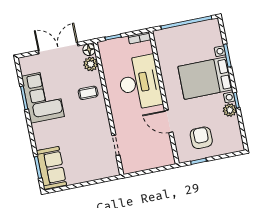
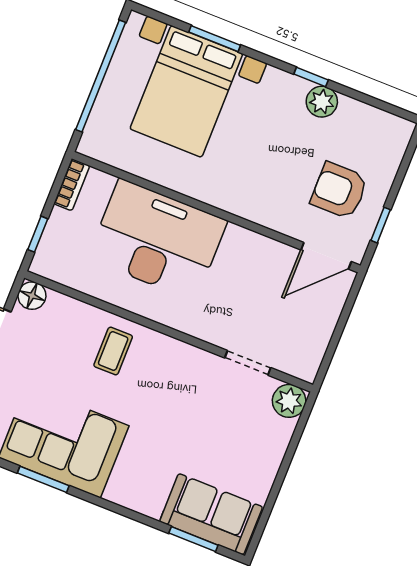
plant: (91, 64) -> (289, 401), moved
bed with nightstands: (205, 78) -> (186, 91), moved
door: (169, 121) -> (326, 256), moved

